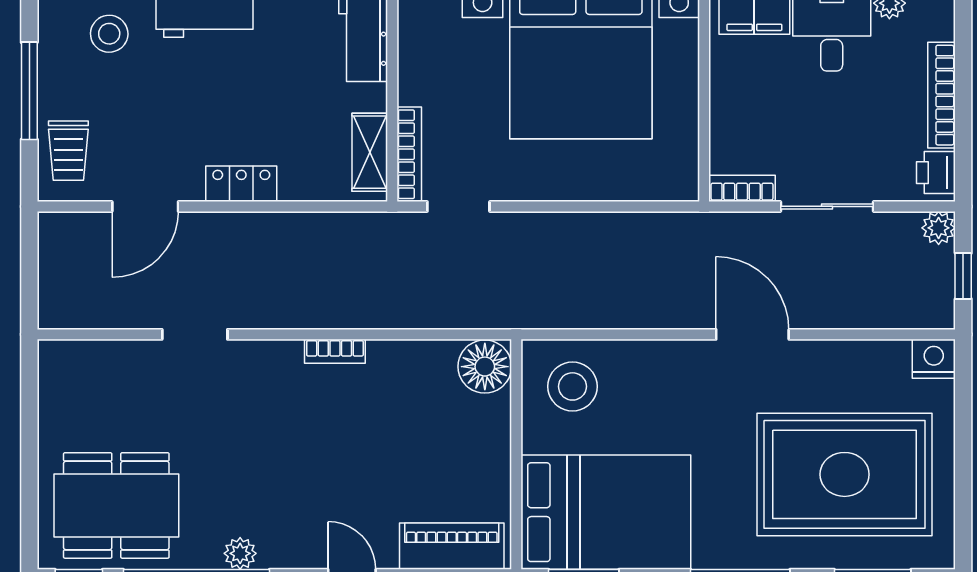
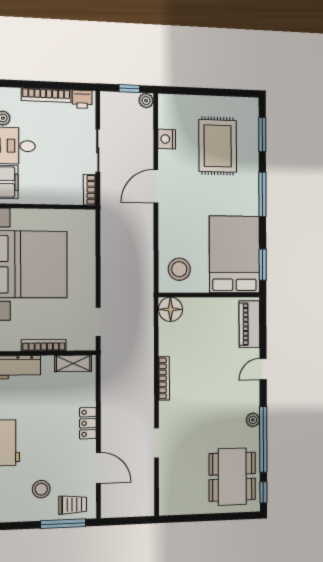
stool: (109, 34) -> (41, 489), moved
window: (29, 91) -> (63, 524), moved
bookcase: (409, 154) -> (44, 345), moved
plant: (939, 228) -> (146, 101), moved
bookcase: (335, 351) -> (164, 378), width x1.56
nightstand: (934, 359) -> (167, 139), moved
rug: (845, 474) -> (218, 146), width x0.73, depth x0.69

